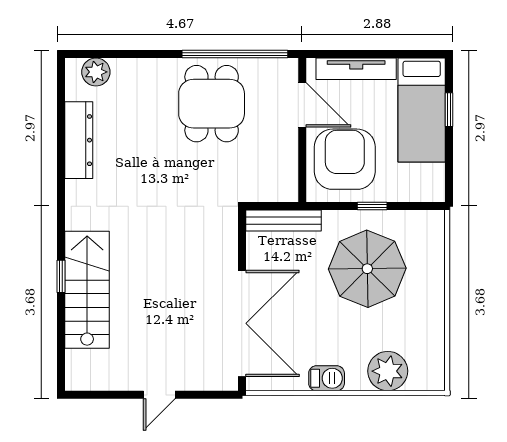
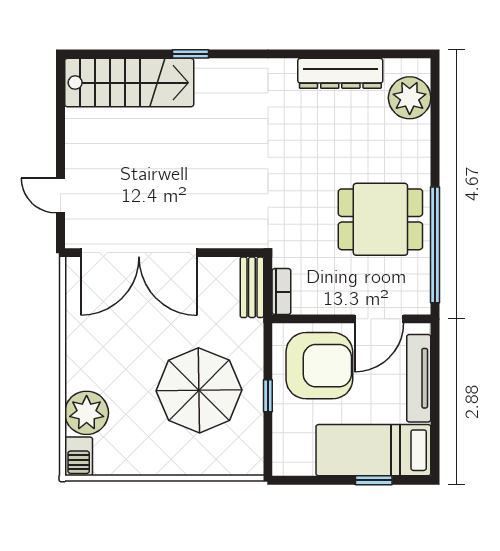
plant: (96, 72) -> (410, 98), width x1.36, depth x1.36
bookcase: (277, 194) -> (281, 292), added
bench: (284, 221) -> (252, 287), width x0.73
stairs: (87, 290) -> (129, 83), moved
barbecue: (327, 378) -> (79, 456), moved
door: (159, 395) -> (60, 196), moved

